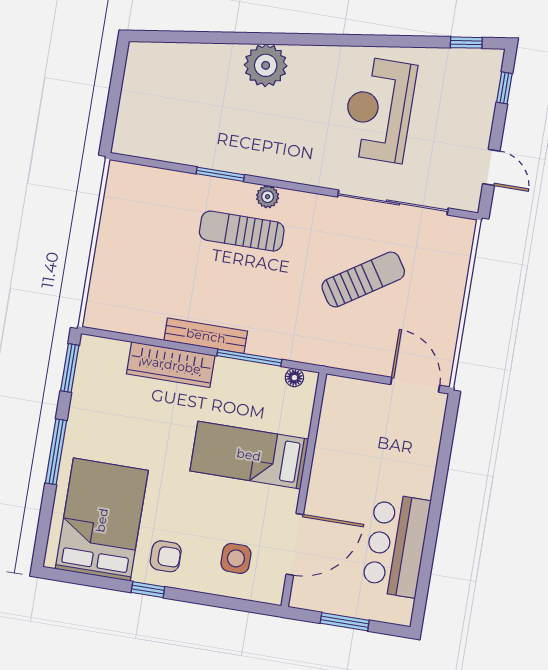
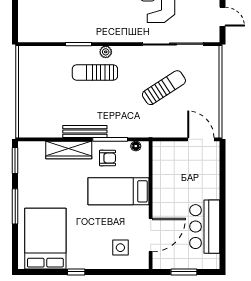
armchair: (166, 556) -> (107, 158), moved

